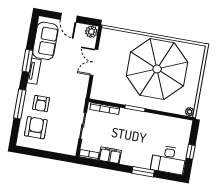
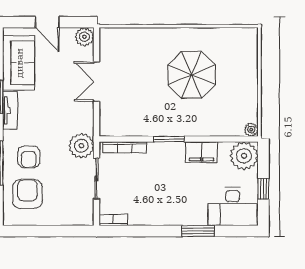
parasol: (157, 69) -> (192, 75), width x0.54, depth x0.54
plant: (77, 102) -> (81, 146), added
plant: (182, 128) -> (244, 156), added
filing cabinet: (110, 155) -> (202, 152), moved, turned 180

